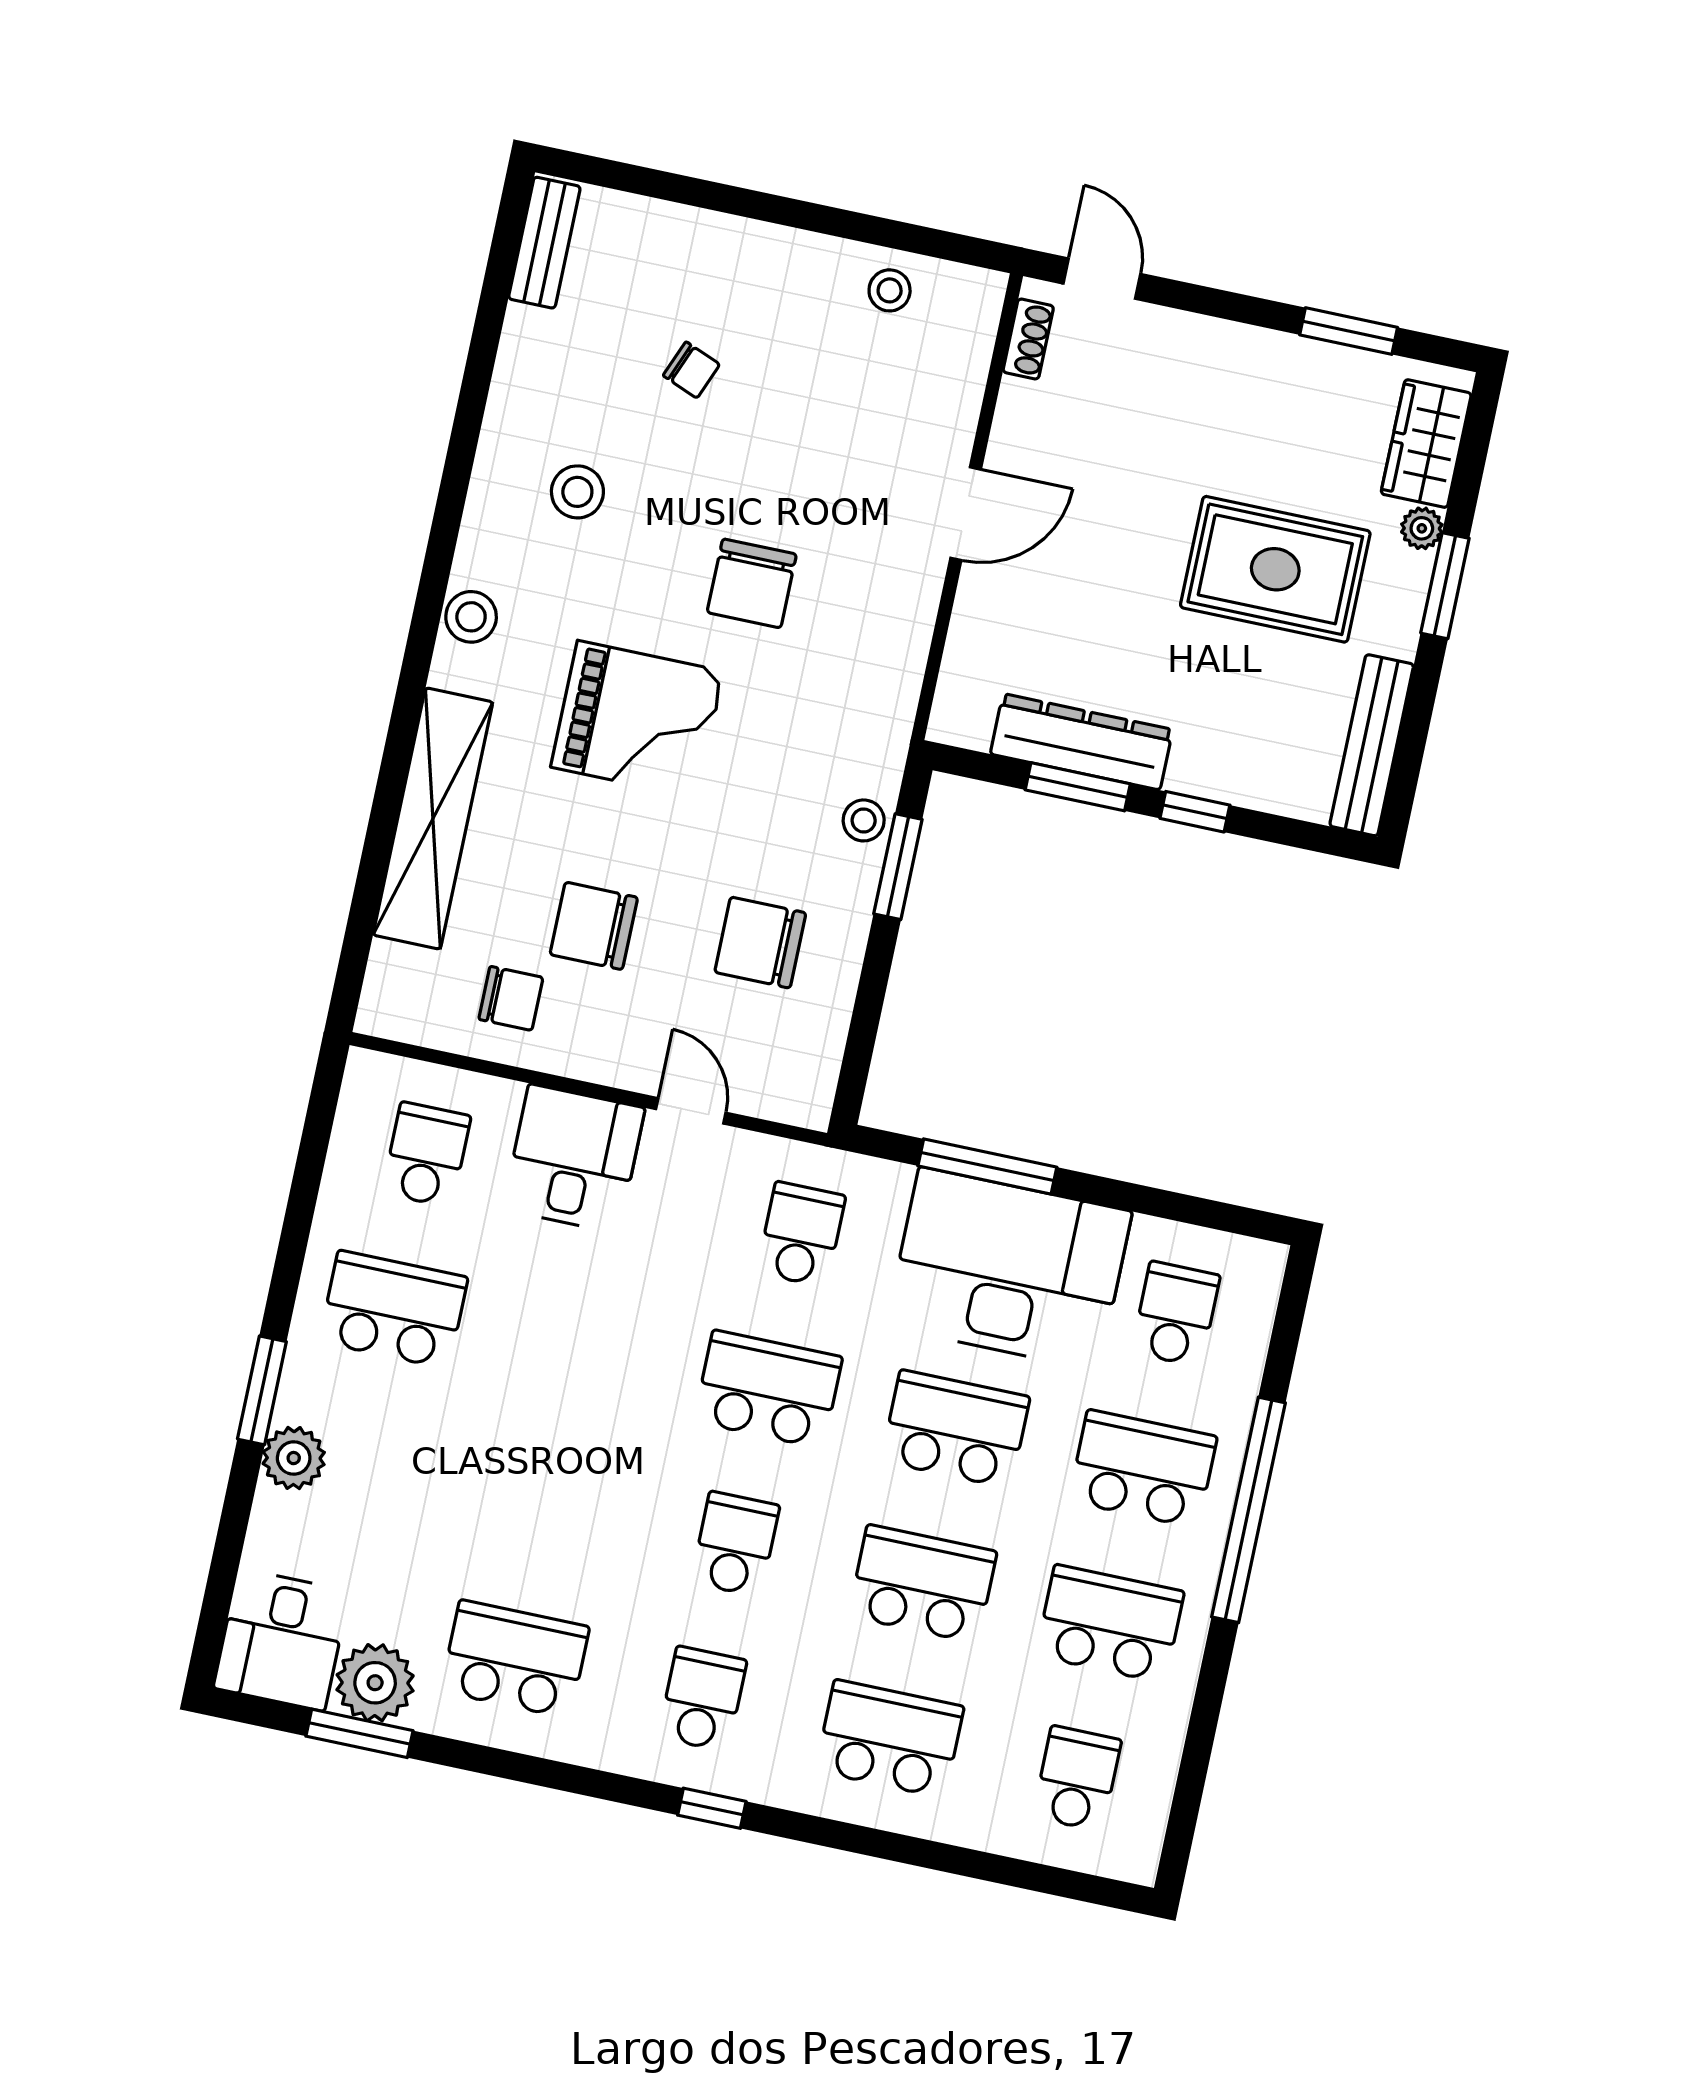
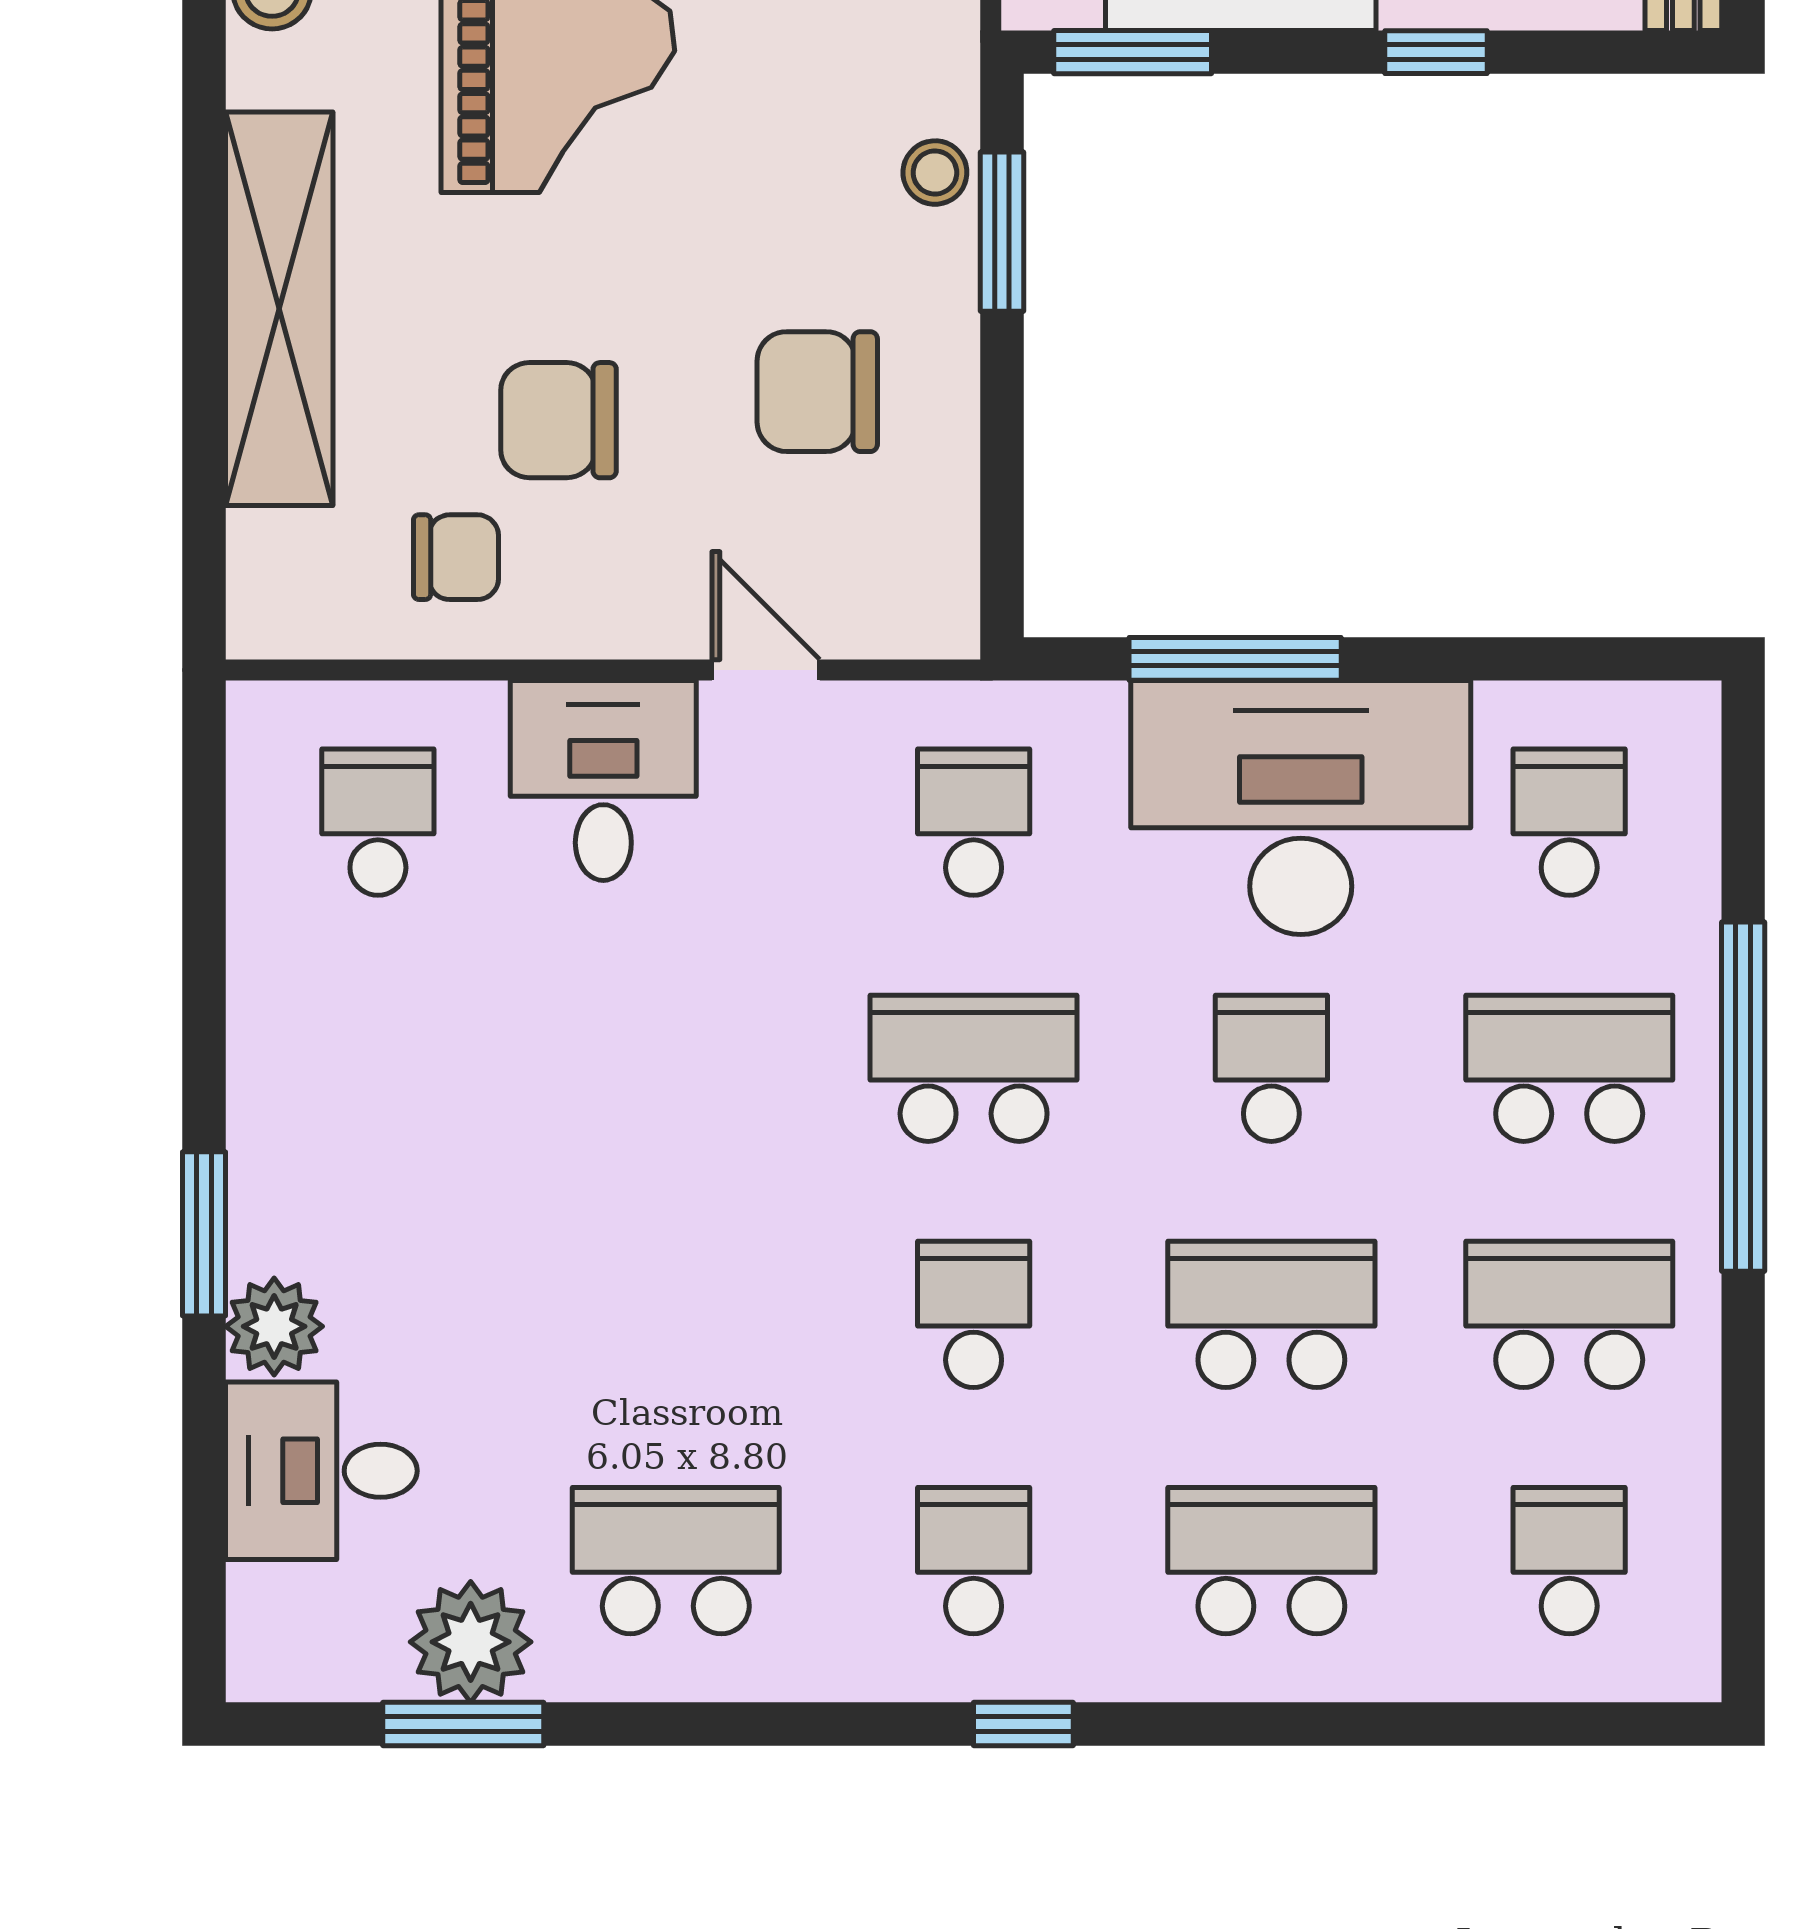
window: (1078, 787) -> (1133, 52), moved
school desk: (393, 1310) -> (378, 1068), removed
school desk: (955, 1429) -> (1271, 1068), width x0.54
desk: (281, 1640) -> (321, 1471), moved, turned 90

